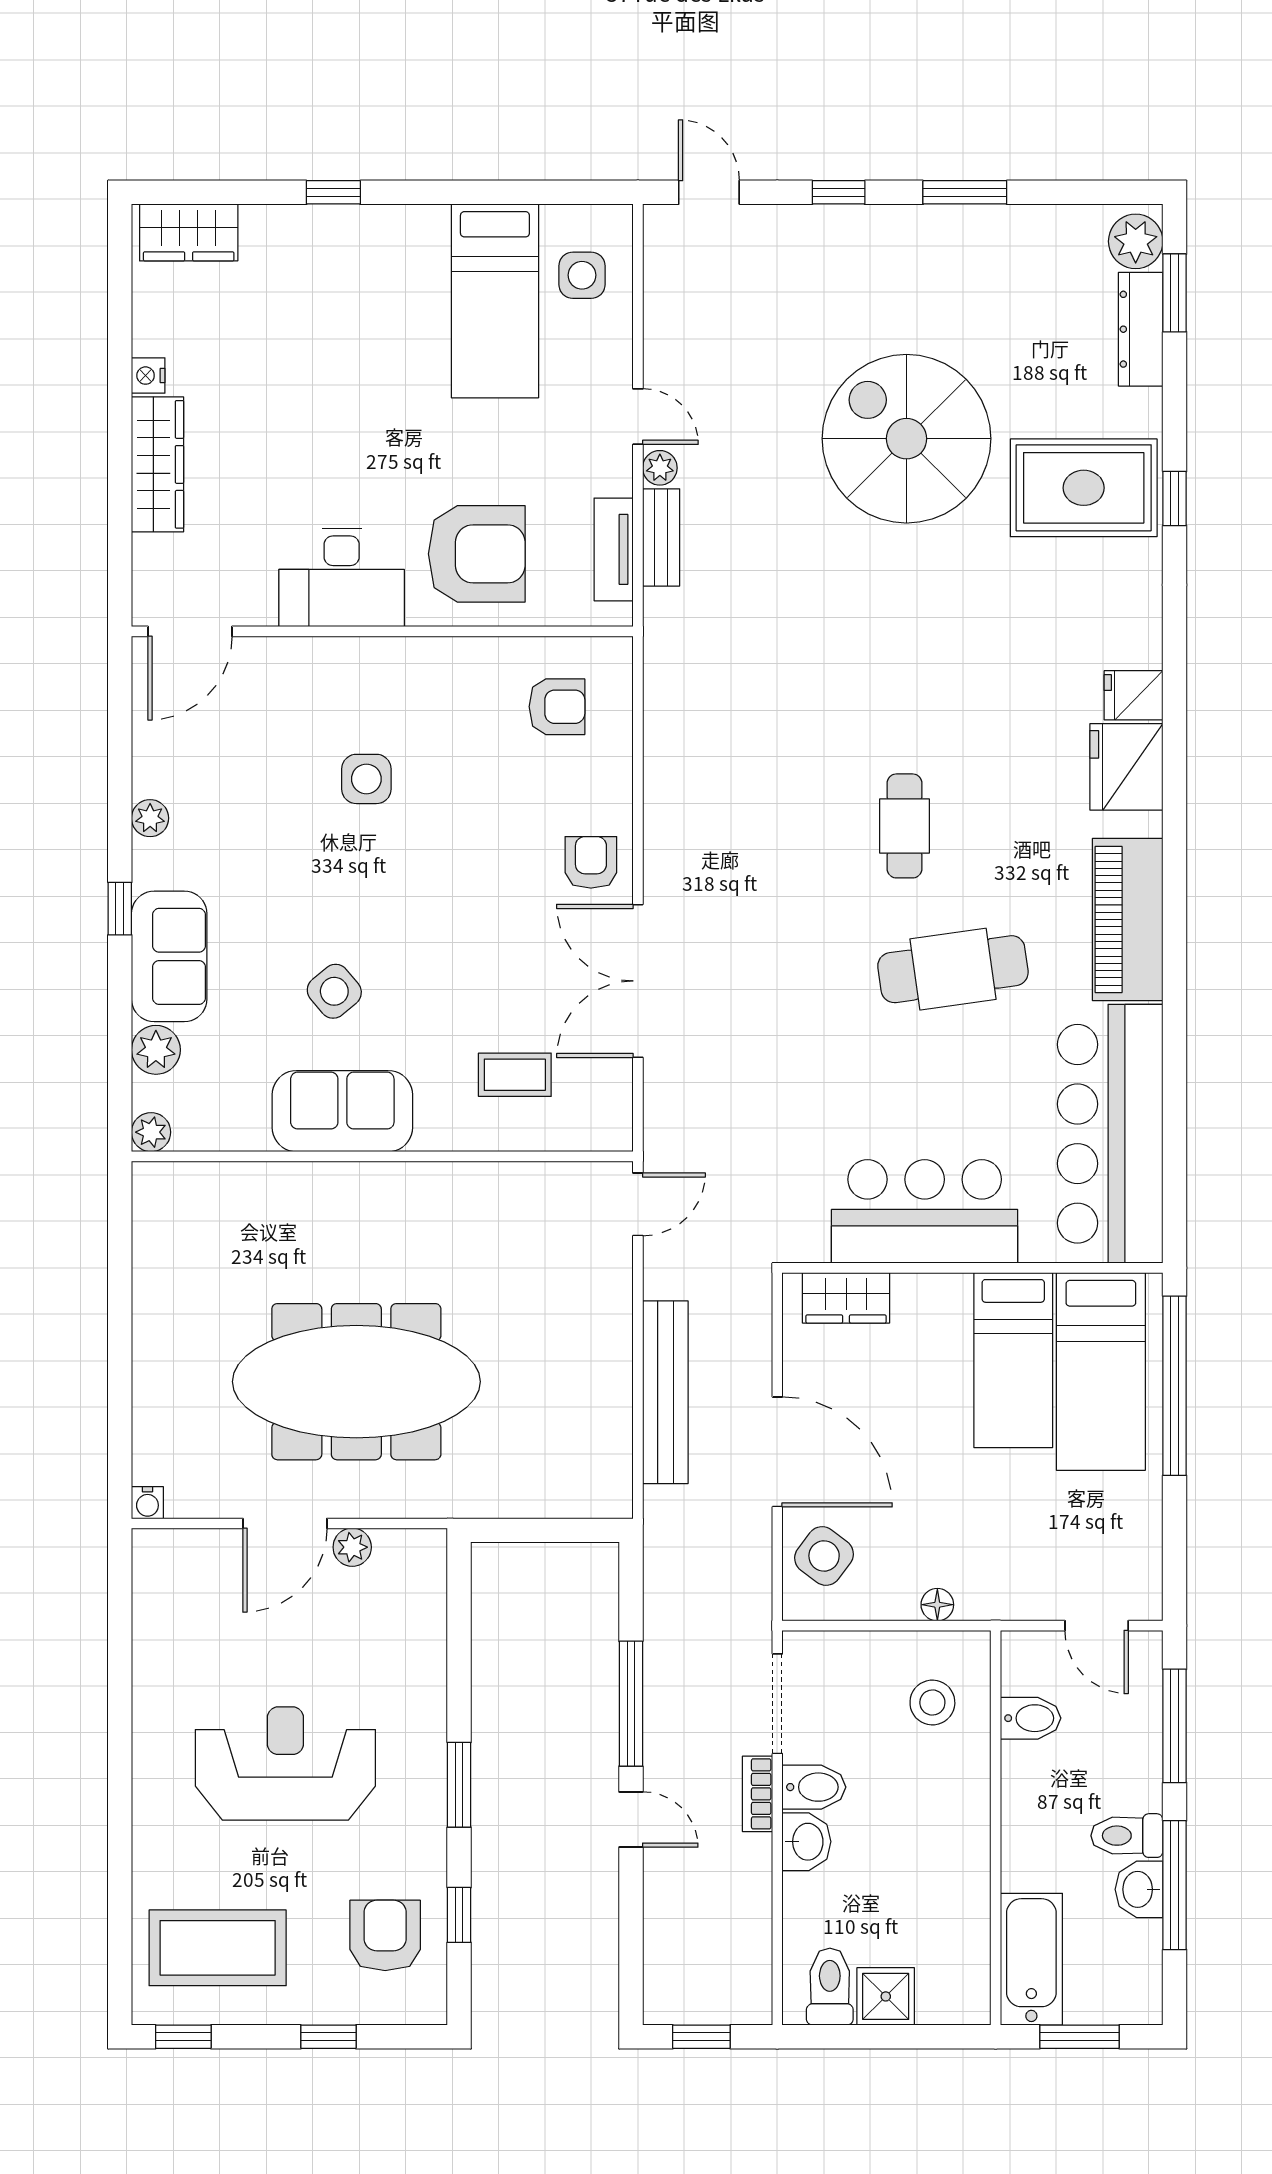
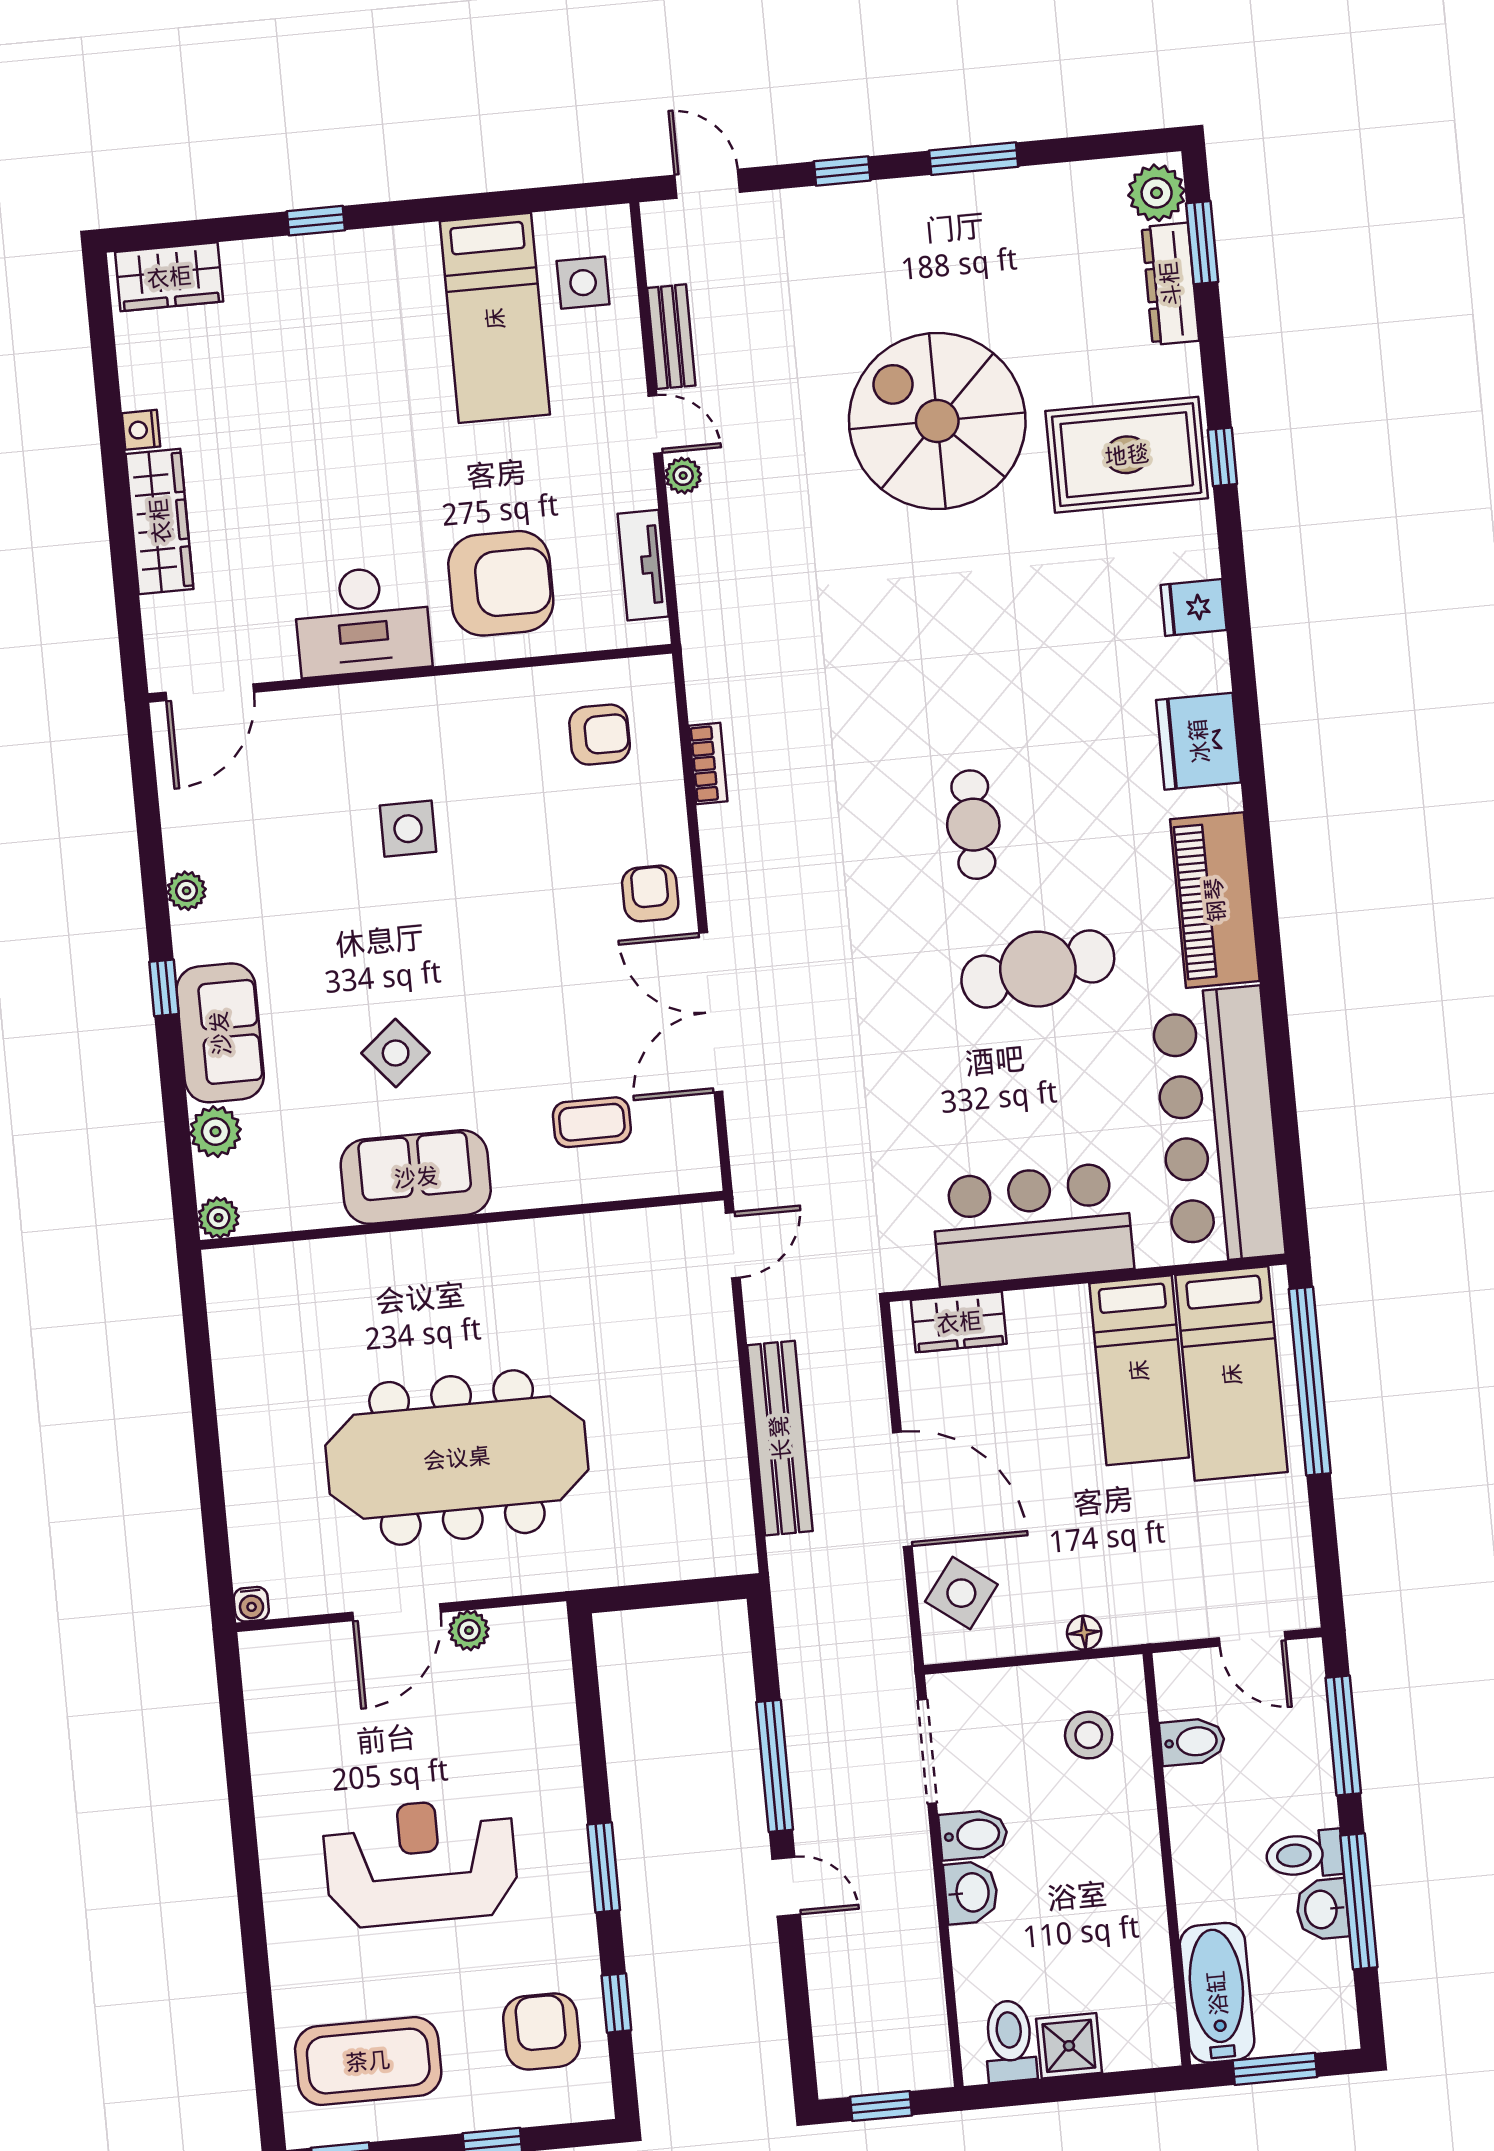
bench: (661, 537) -> (671, 337), moved
fridge: (1134, 695) -> (1194, 608), moved
bookcase: (758, 1794) -> (708, 763), moved, turned 180

